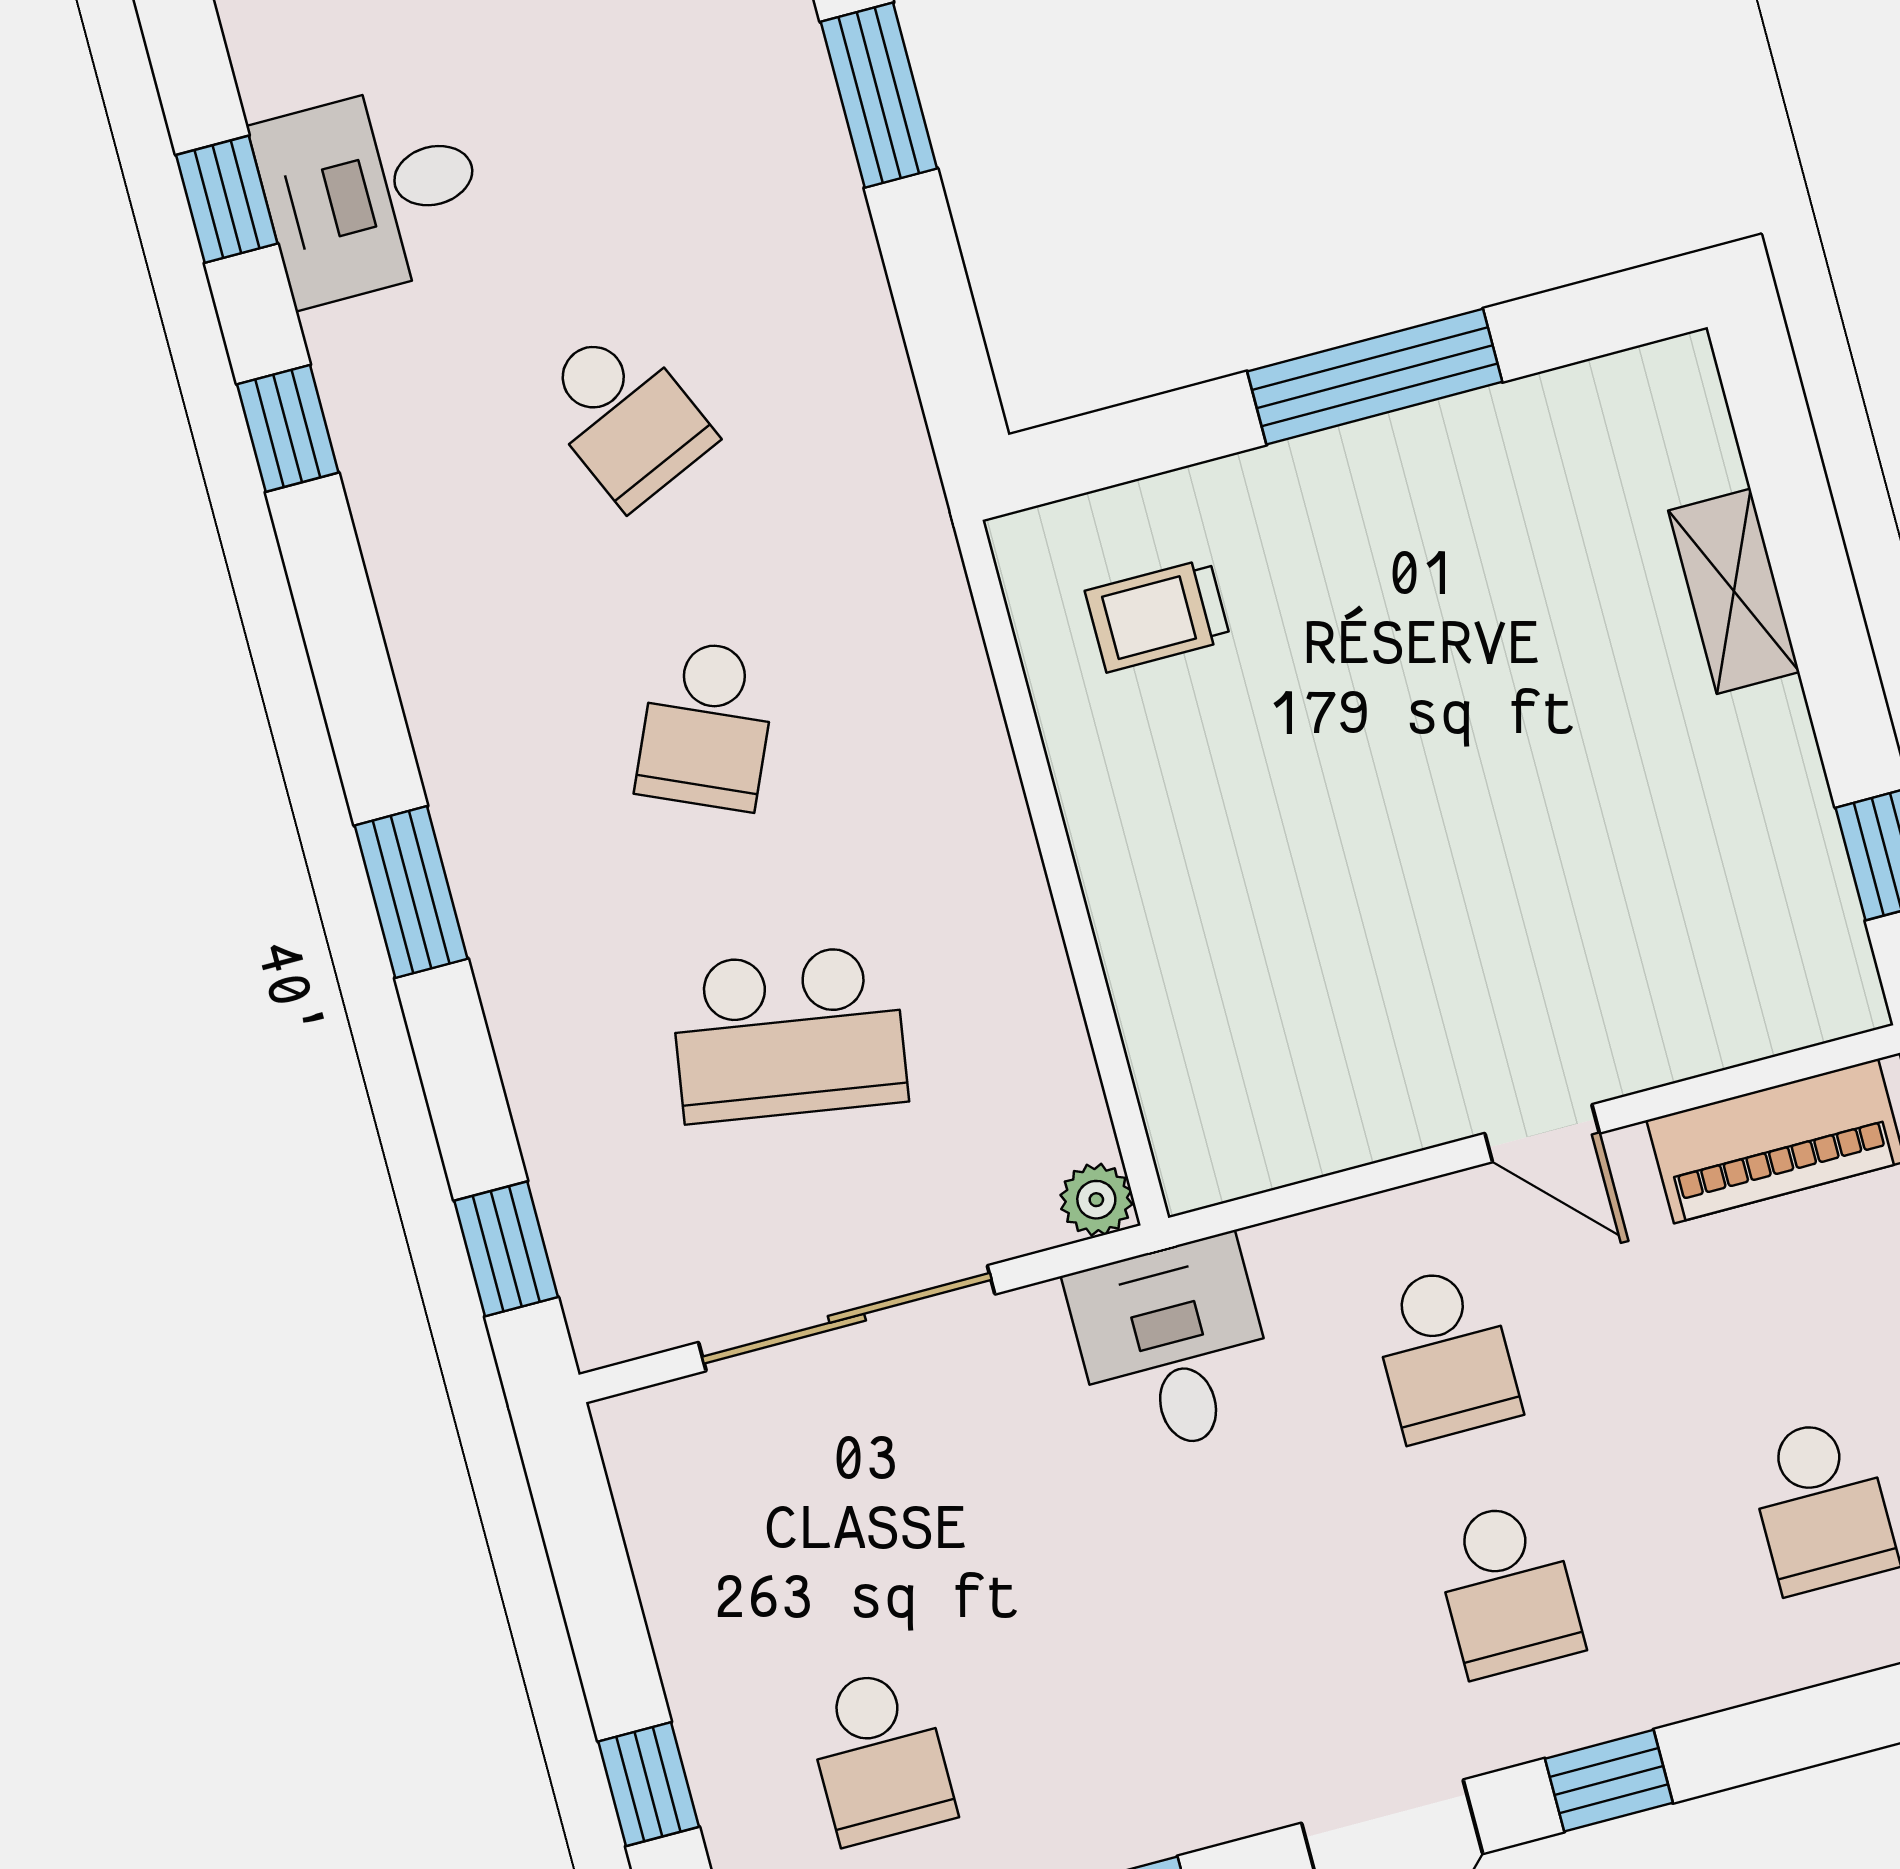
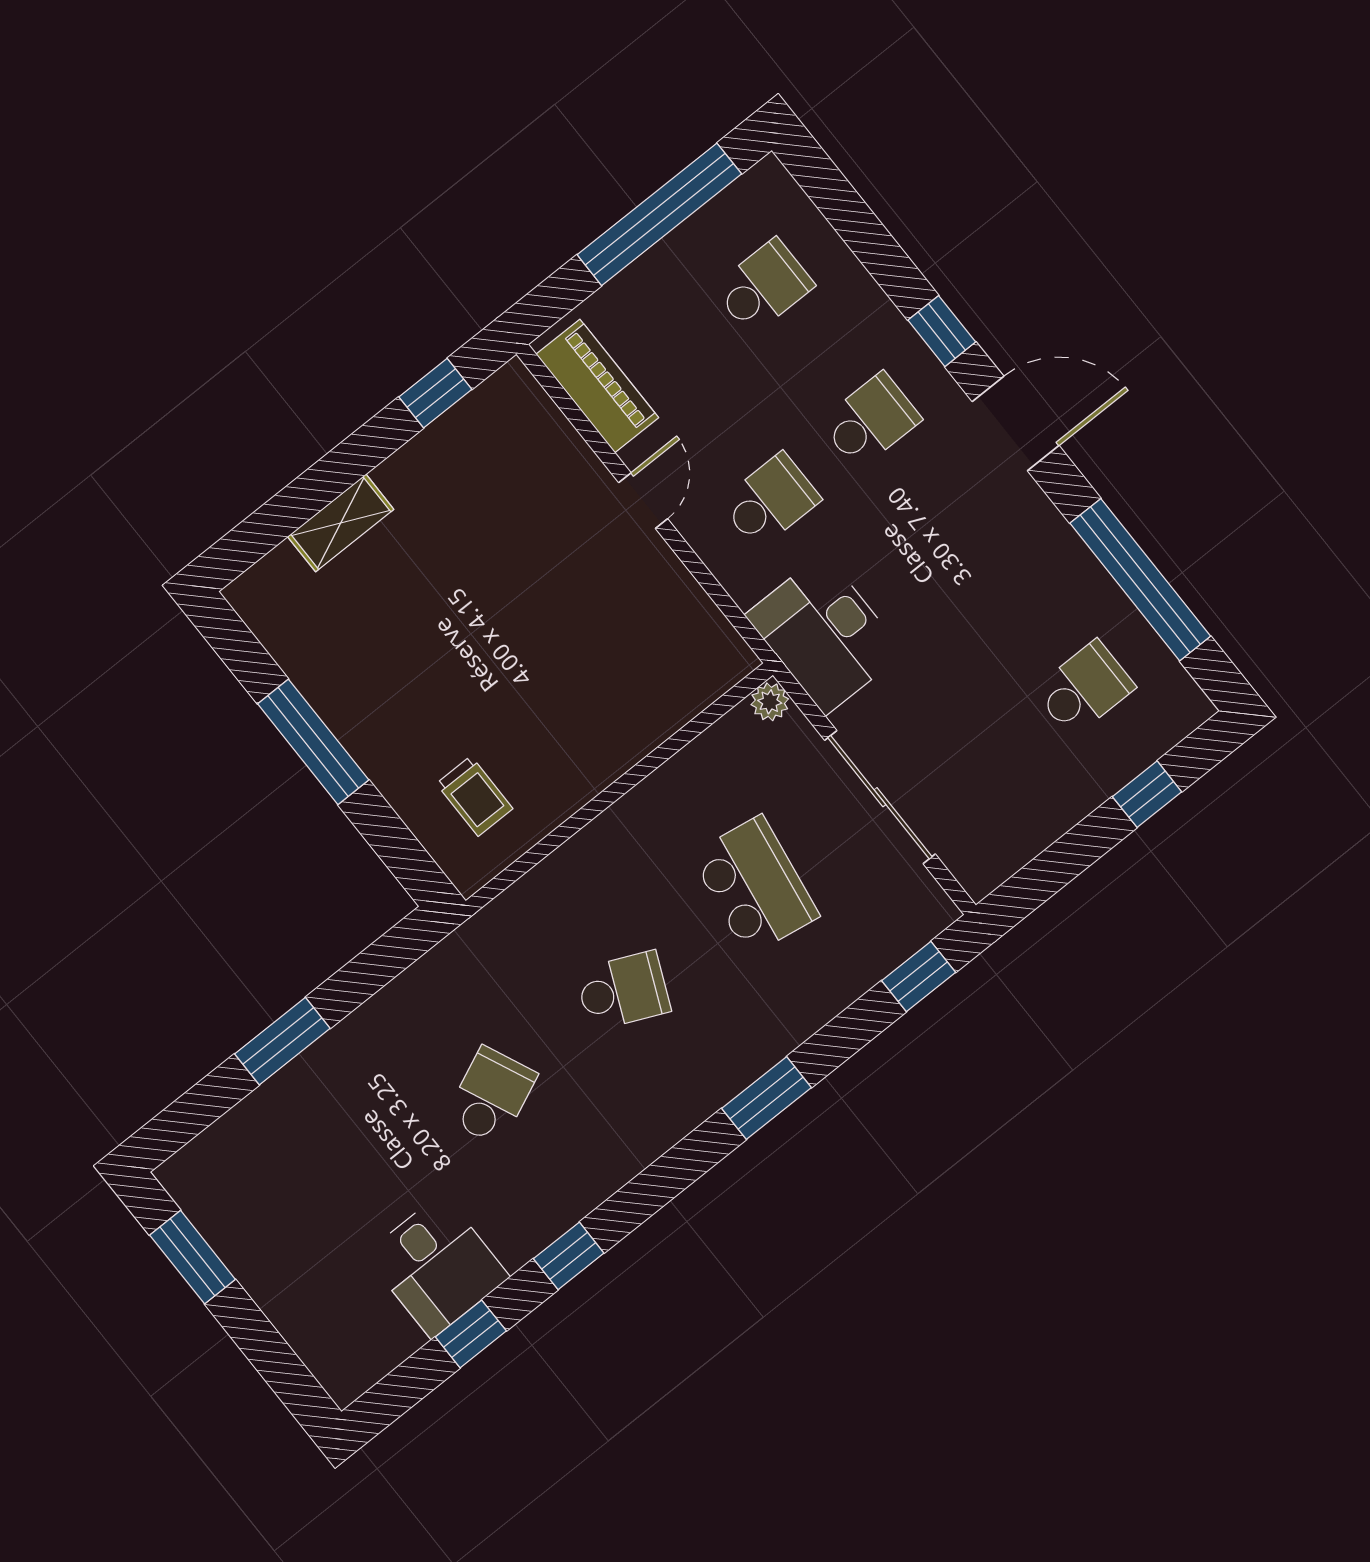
desk: (1173, 1347) -> (825, 634), width x1.37

